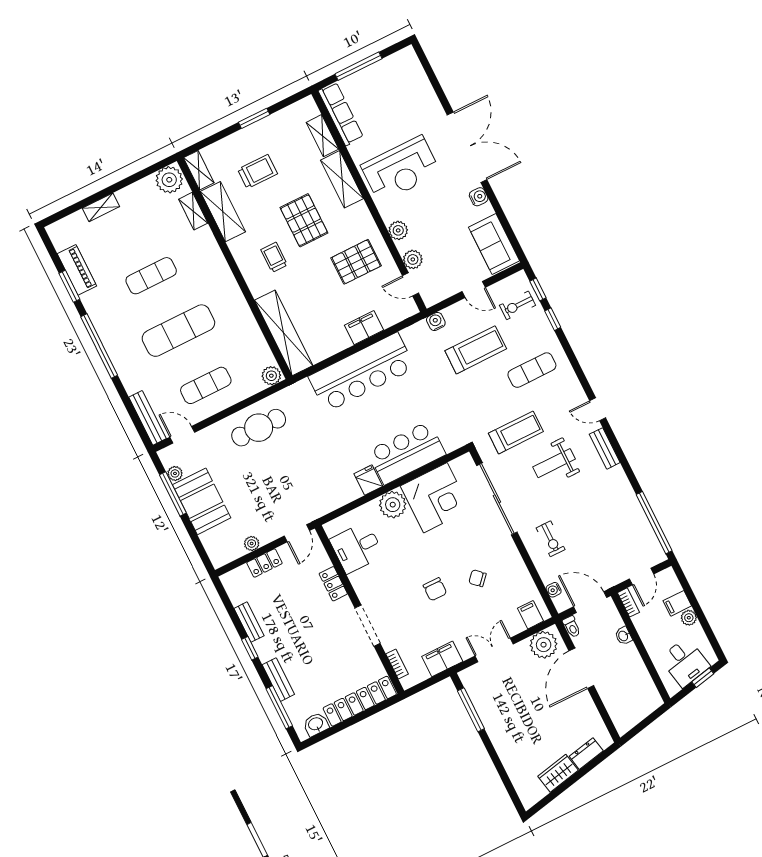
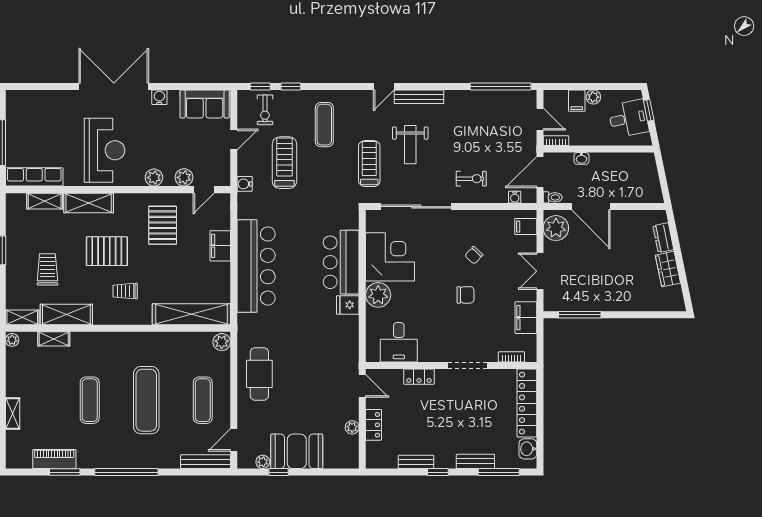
plant: (169, 180) -> (12, 340), width x0.53, depth x0.53
bench: (605, 448) -> (419, 97), width x1.36
window: (173, 494) -> (279, 472), width x0.46

